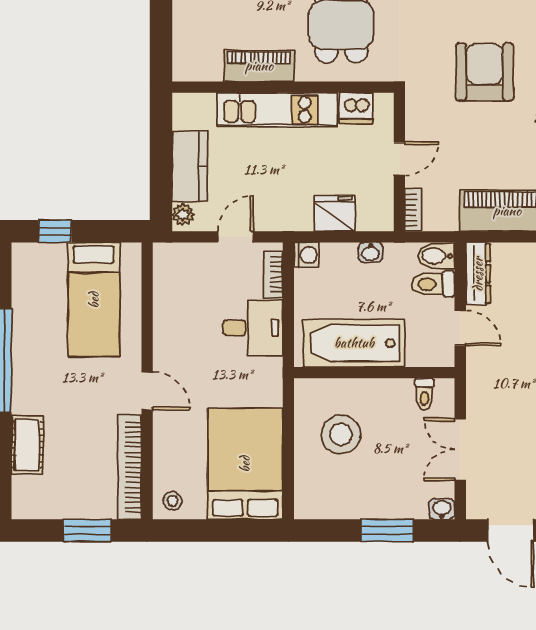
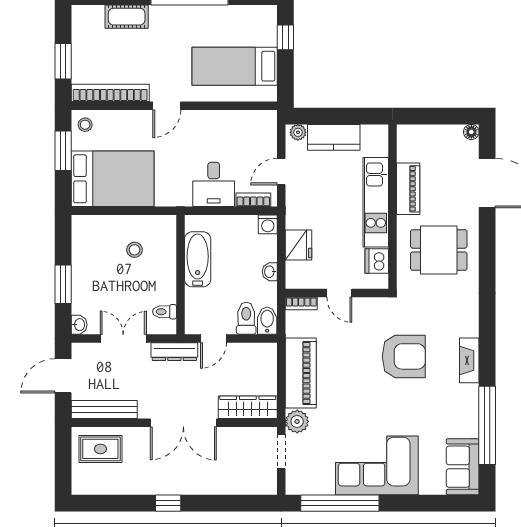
door: (236, 237) -> (281, 172), swing flipped
dresser: (478, 274) -> (174, 352), moved
bathtub: (354, 343) -> (198, 259), width x0.73, depth x0.73
stool: (341, 434) -> (135, 250), width x0.53, depth x0.53
window: (208, 531) -> (63, 151), added

